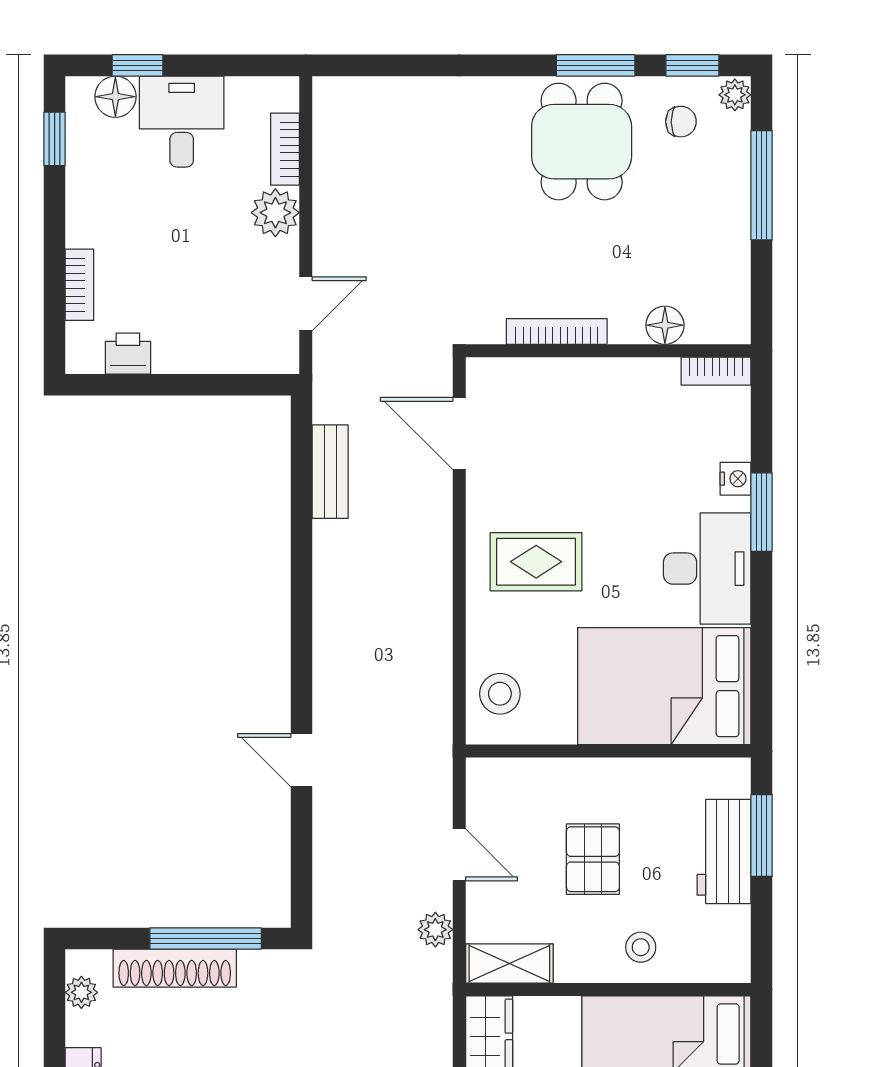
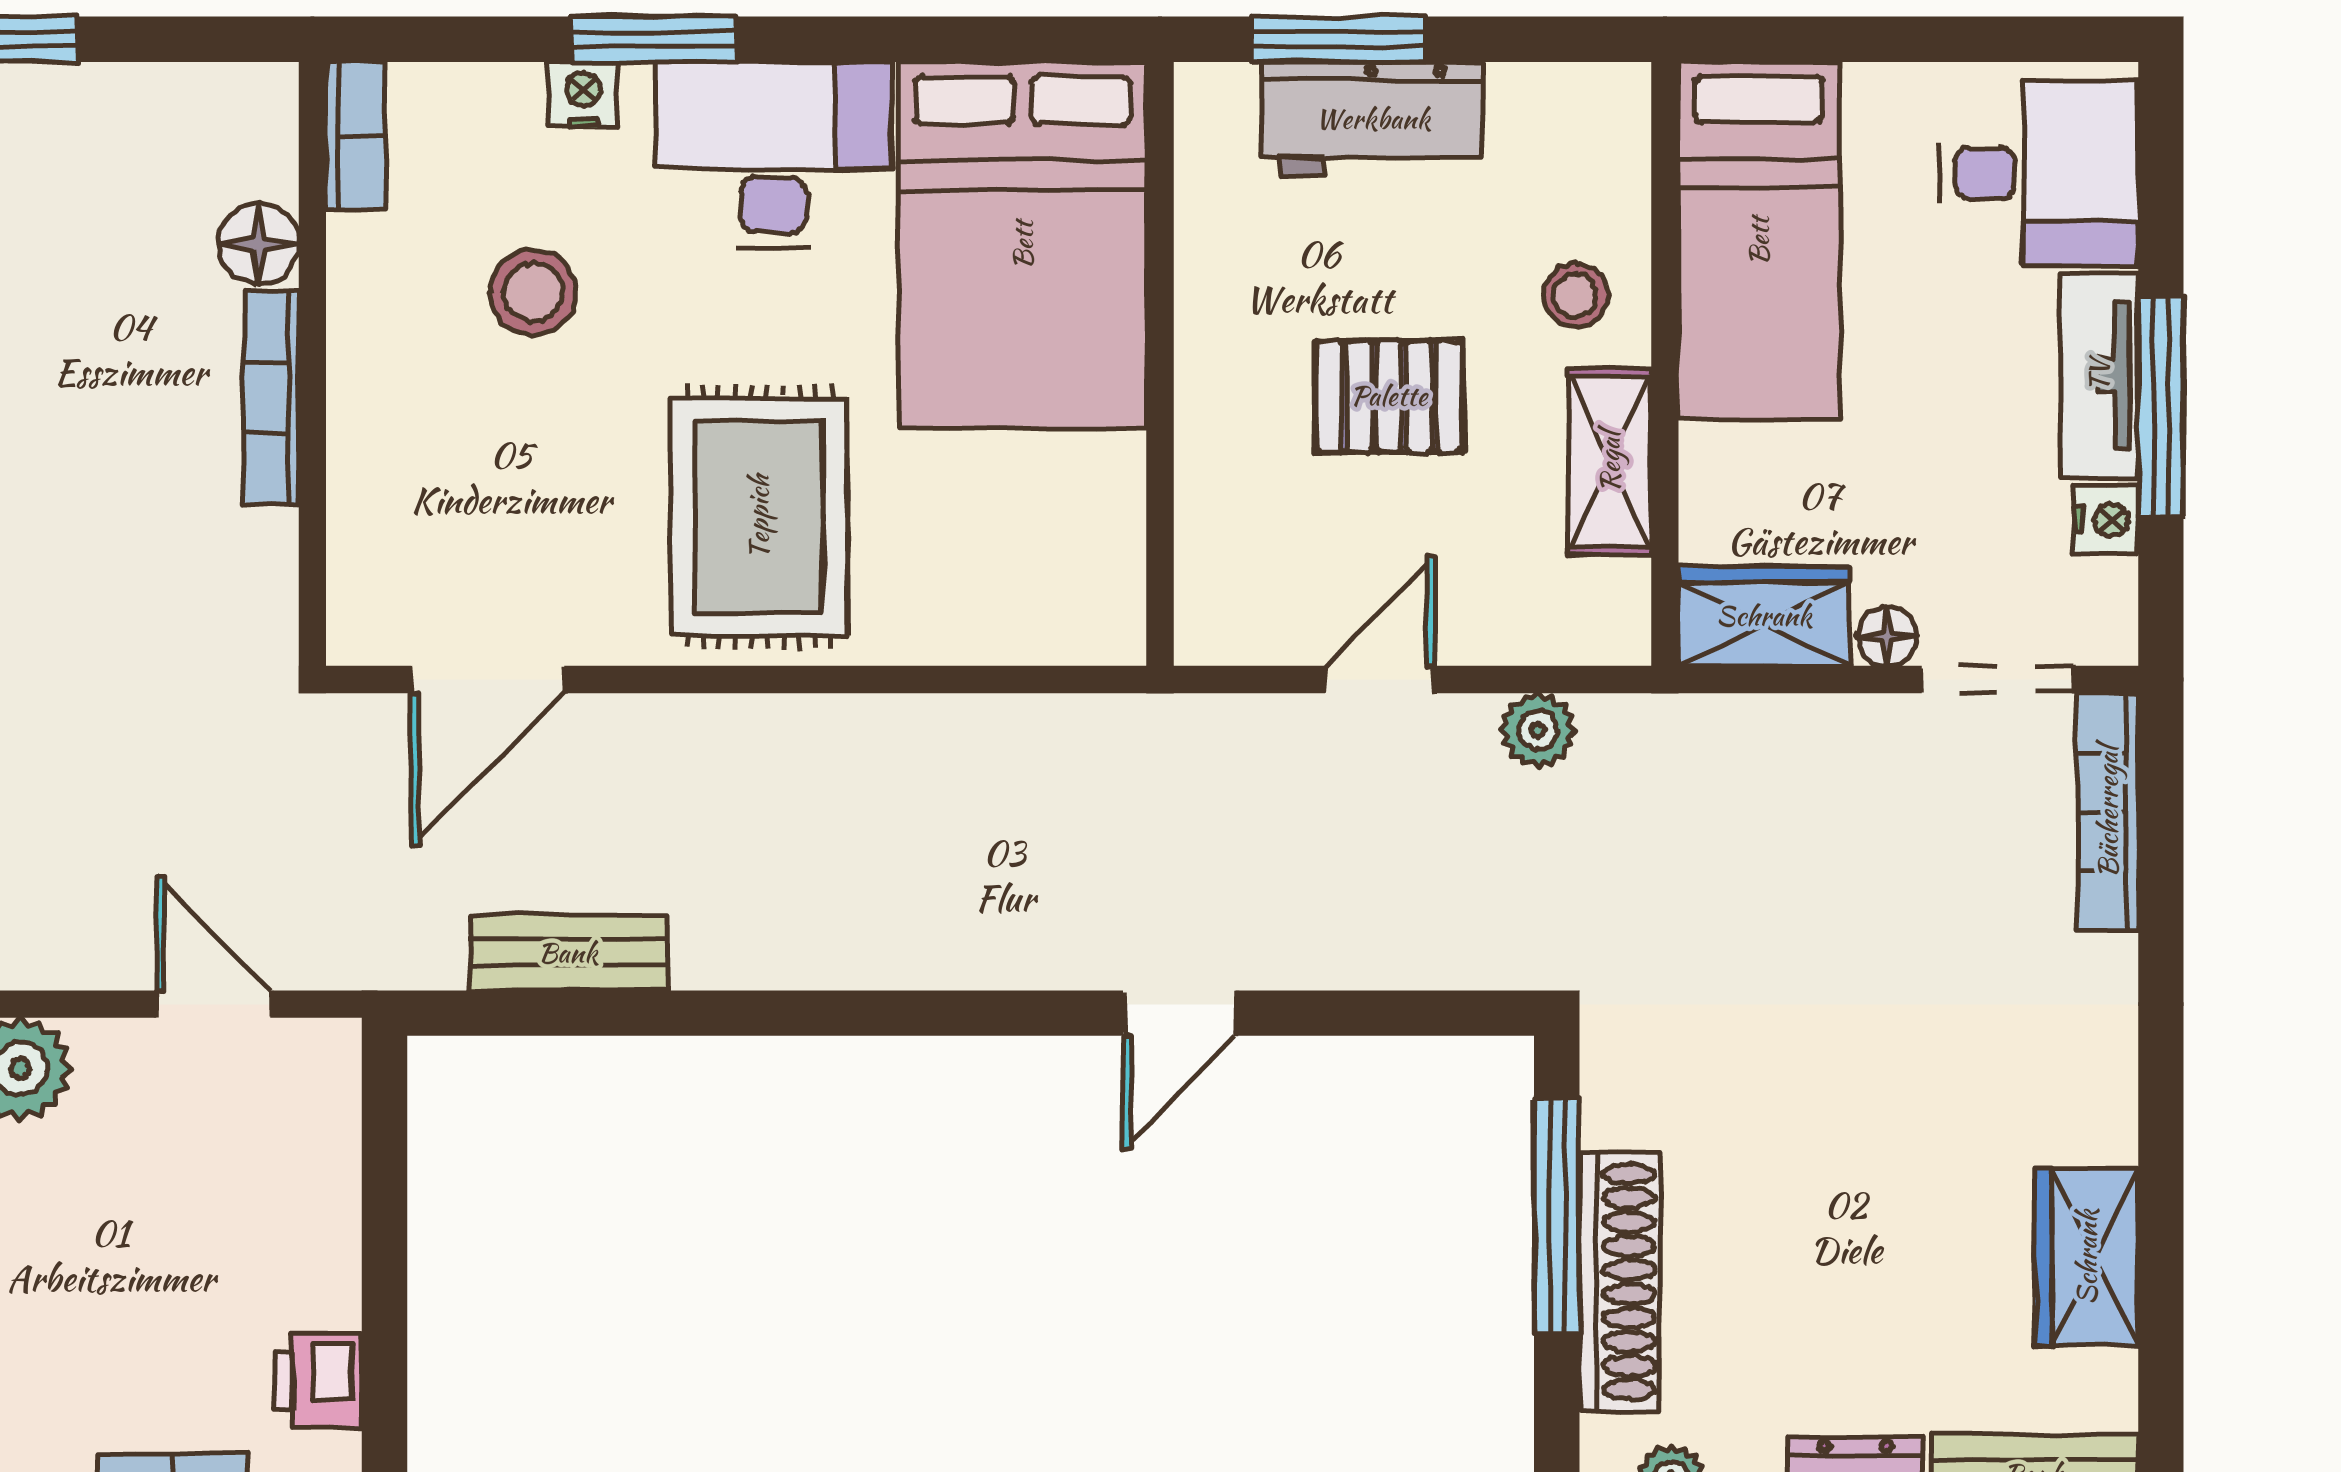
bookcase: (557, 331) -> (272, 398), moved
rug: (536, 562) -> (759, 517), width x1.36, depth x1.43
stool: (500, 694) -> (533, 293), moved
shelving: (509, 963) -> (1610, 462), moved

